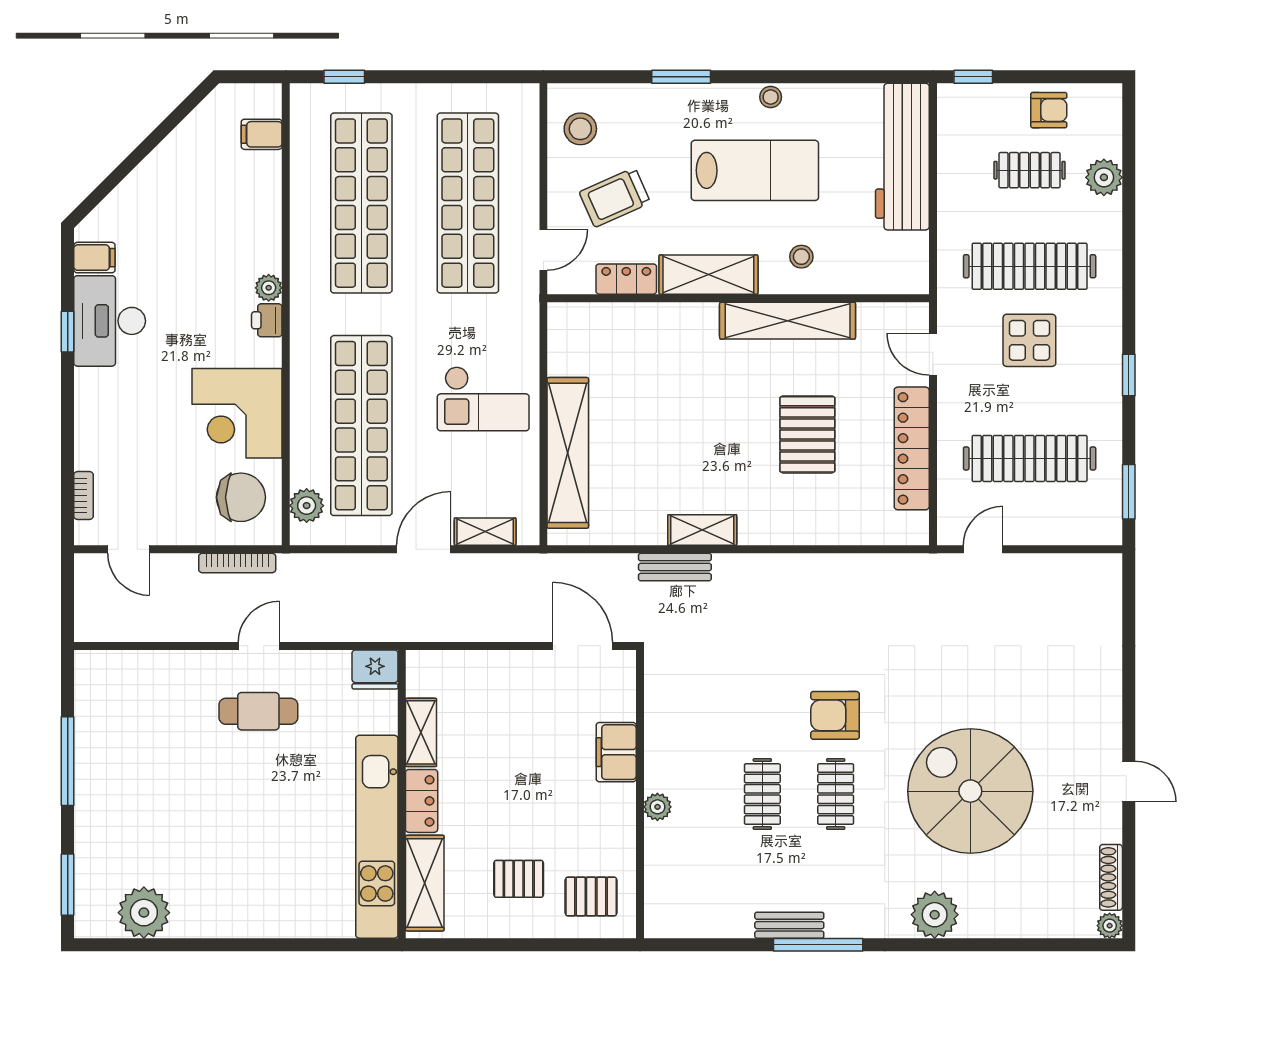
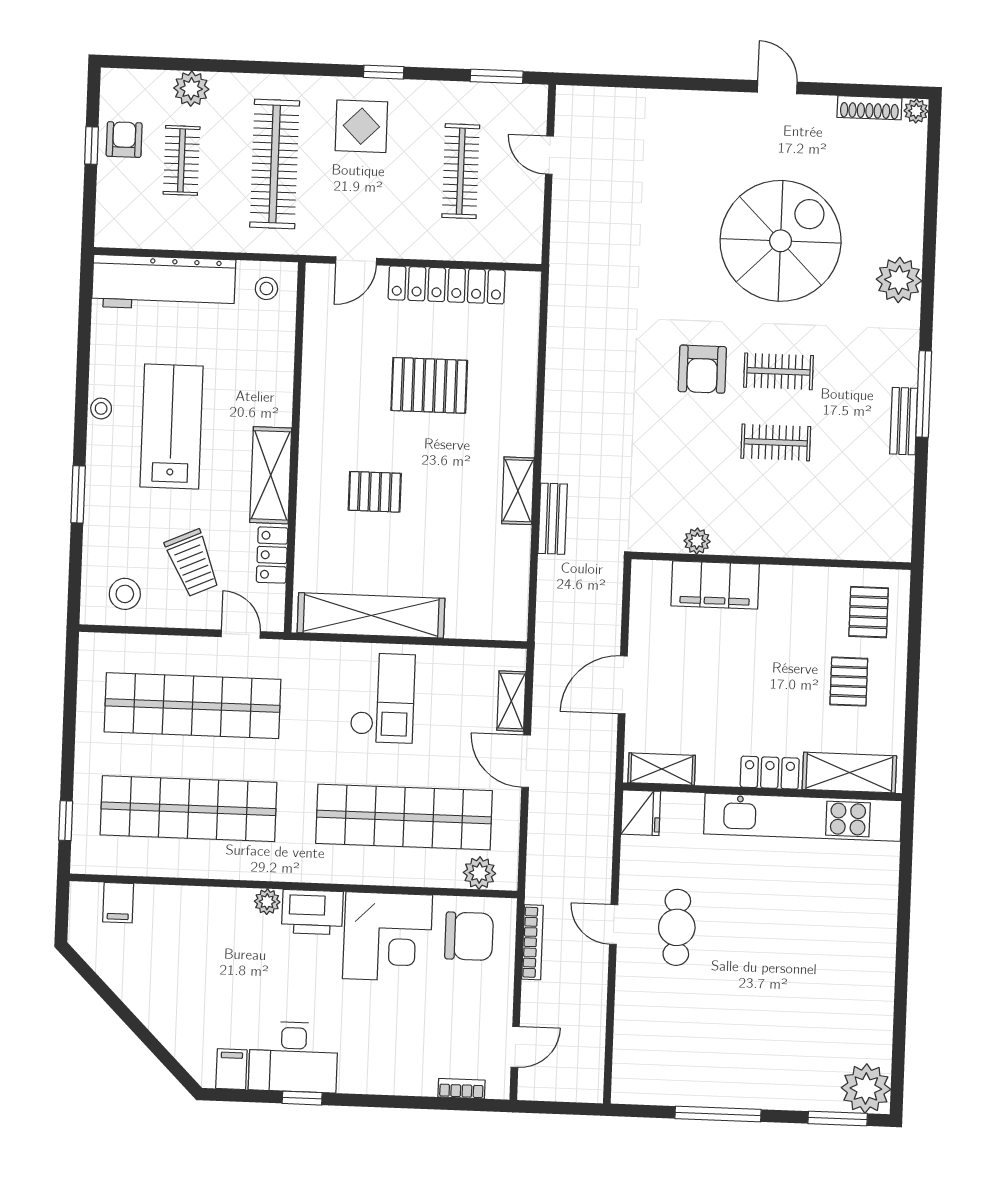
window: (973, 77) -> (91, 146), moved
stool: (801, 257) -> (266, 288), moved
printer: (267, 320) -> (312, 912), width x1.87, depth x1.48
shelving: (788, 321) -> (318, 400), removed
display table: (1029, 340) -> (361, 126), moved
pallet: (696, 382) -> (375, 492), added
shelving: (568, 453) -> (371, 615), moved
clothes rail: (1030, 458) -> (461, 171), width x0.73, depth x0.76
chair: (241, 497) -> (469, 936), turned 90
door: (983, 549) -> (549, 155), moved
door: (583, 646) -> (623, 685), moved
shelving: (421, 732) -> (662, 769), moved
filing cabinet: (616, 752) -> (715, 585), width x1.50, depth x1.17
door: (1129, 781) -> (777, 87), hinge flipped
spiral stairs: (970, 791) -> (781, 241), turned 180
plant: (657, 807) -> (697, 541), moved
plant: (144, 913) -> (866, 1089), moved

